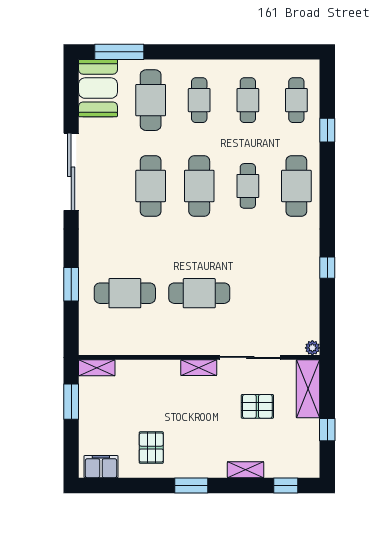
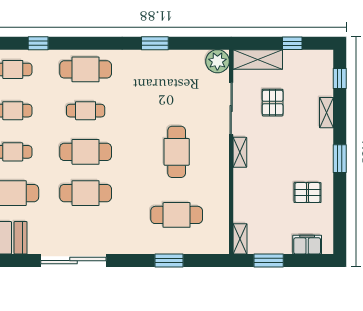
window: (327, 268) -> (155, 43), width x1.50
cafe table: (125, 293) -> (177, 215), turned 90
plant: (312, 348) -> (217, 61), width x1.88, depth x1.88
filing cabinet: (101, 467) -> (307, 245), moved, turned 90

